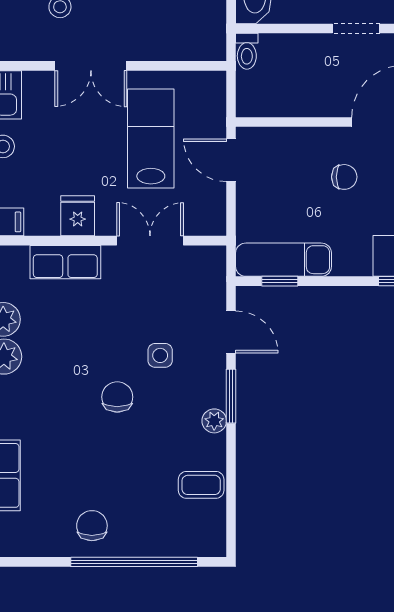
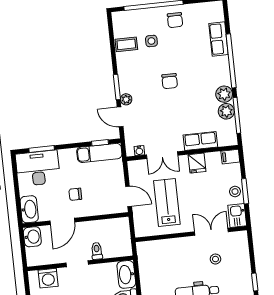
toilet: (247, 51) -> (97, 251), moved
double door: (91, 66) -> (211, 232), moved
lab bench: (151, 138) -> (167, 203), turned 180
water cooler: (198, 255) -> (139, 151), added
side table: (160, 355) -> (151, 41), moved
plant: (214, 421) -> (126, 99), moved

